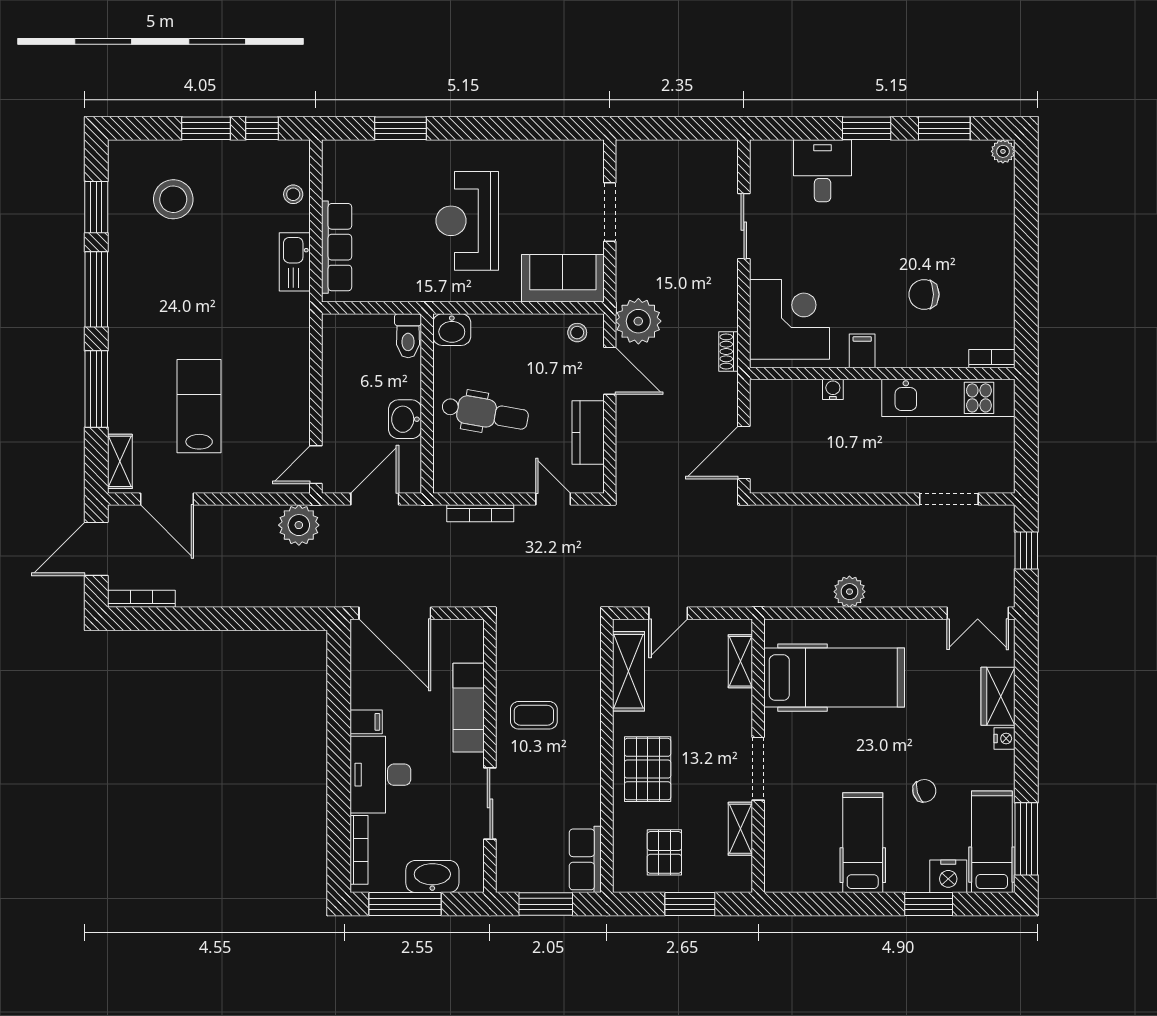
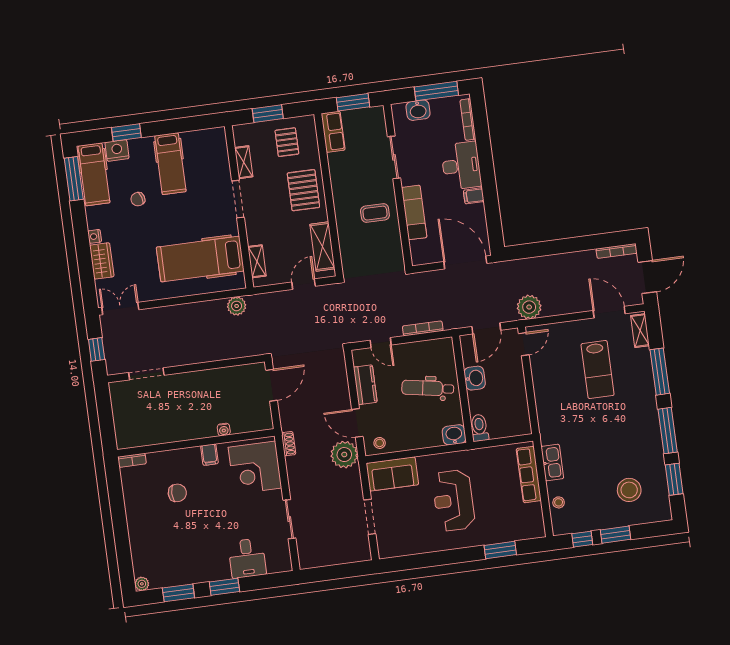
reception desk: (467, 221) -> (454, 500), turned 180
kitchen unit: (948, 398) -> (155, 434), removed
plant: (849, 592) -> (237, 306), moved
washbasin: (432, 876) -> (418, 110), width x0.72

